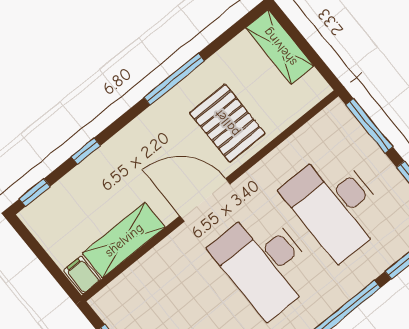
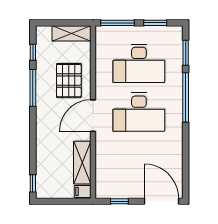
shelving: (280, 47) -> (72, 33), moved
pallet: (227, 123) -> (69, 81), turned 90
window: (86, 151) -> (33, 52), moved

